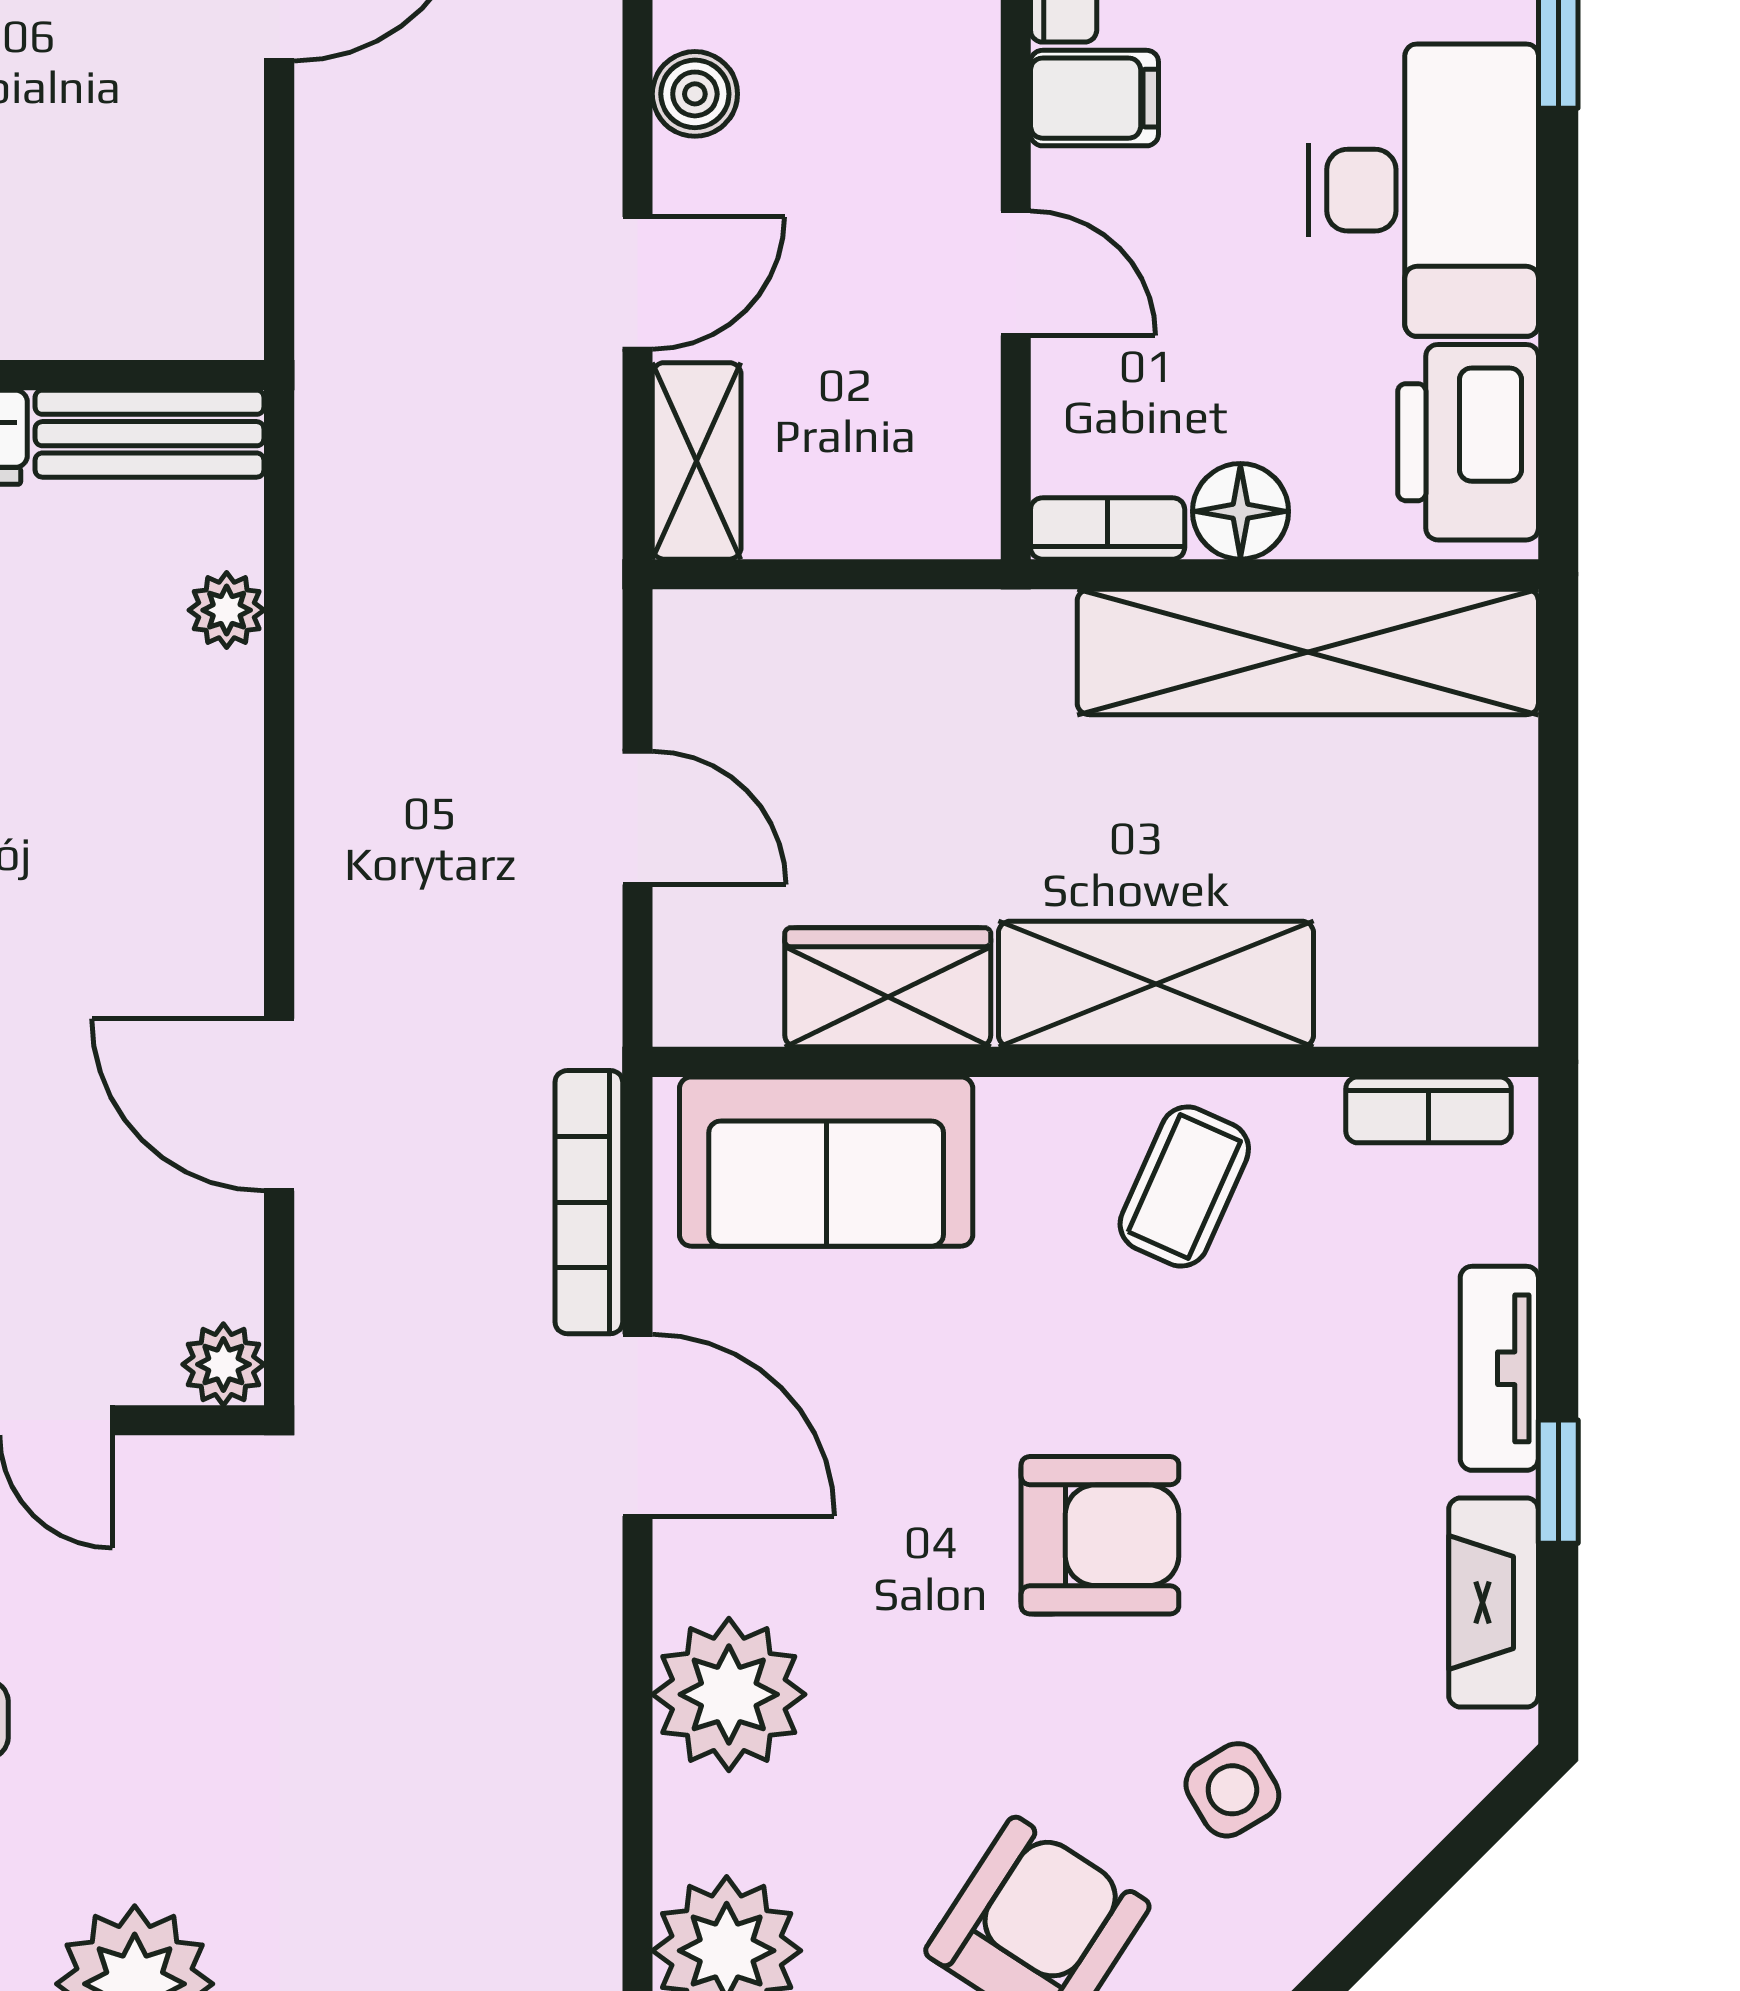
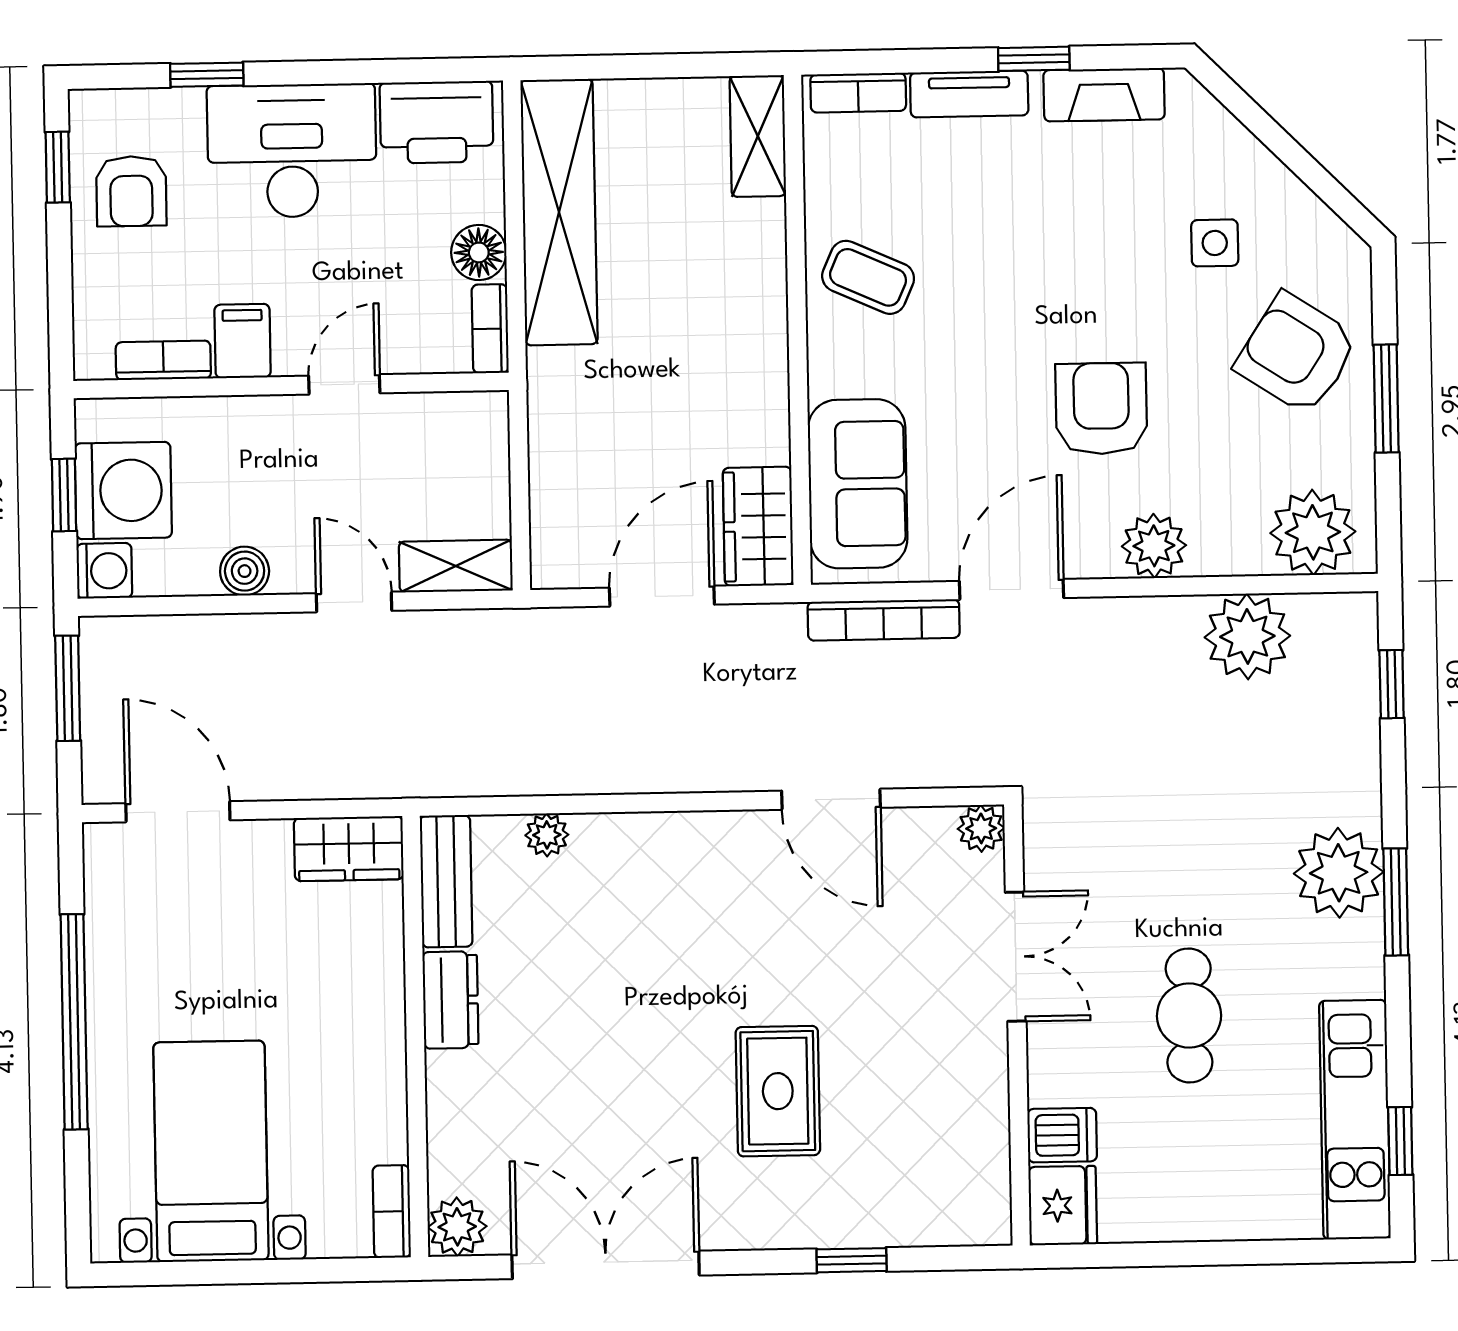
wardrobe: (209, 266) -> (349, 849), added
door: (637, 818) -> (662, 596), width x1.38
shelving: (1156, 984) -> (758, 136), moved, width x0.67, depth x0.75
wardrobe: (888, 987) -> (758, 526), moved
door: (279, 1105) -> (831, 799), hinge flipped
bookcase: (1429, 1110) -> (858, 93), moved, turned 90
armchair: (1100, 1535) -> (1101, 409), moved
plant: (729, 1694) -> (1154, 546), width x0.73, depth x0.73
side table: (1232, 1790) -> (1215, 243), turned 31
plant: (548, 1833) -> (1247, 636), added

